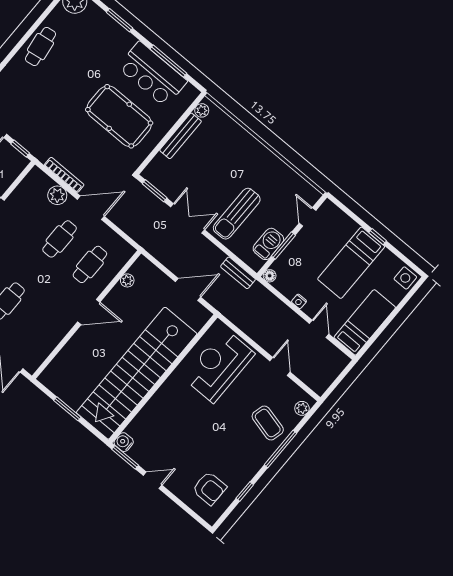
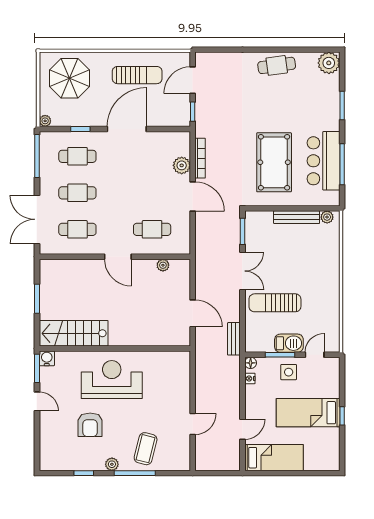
cafe table: (60, 239) -> (77, 229), moved
barbecue: (268, 244) -> (289, 343), moved
side table: (405, 278) -> (289, 372), moved
nightstand: (299, 301) -> (250, 378), moved
reception desk: (219, 366) -> (112, 379), moved
stairs: (137, 373) -> (74, 333), width x0.54, depth x0.66
plant: (302, 408) -> (112, 464), moved
armchair: (209, 488) -> (90, 425), moved

